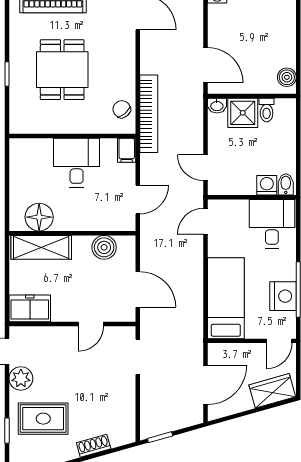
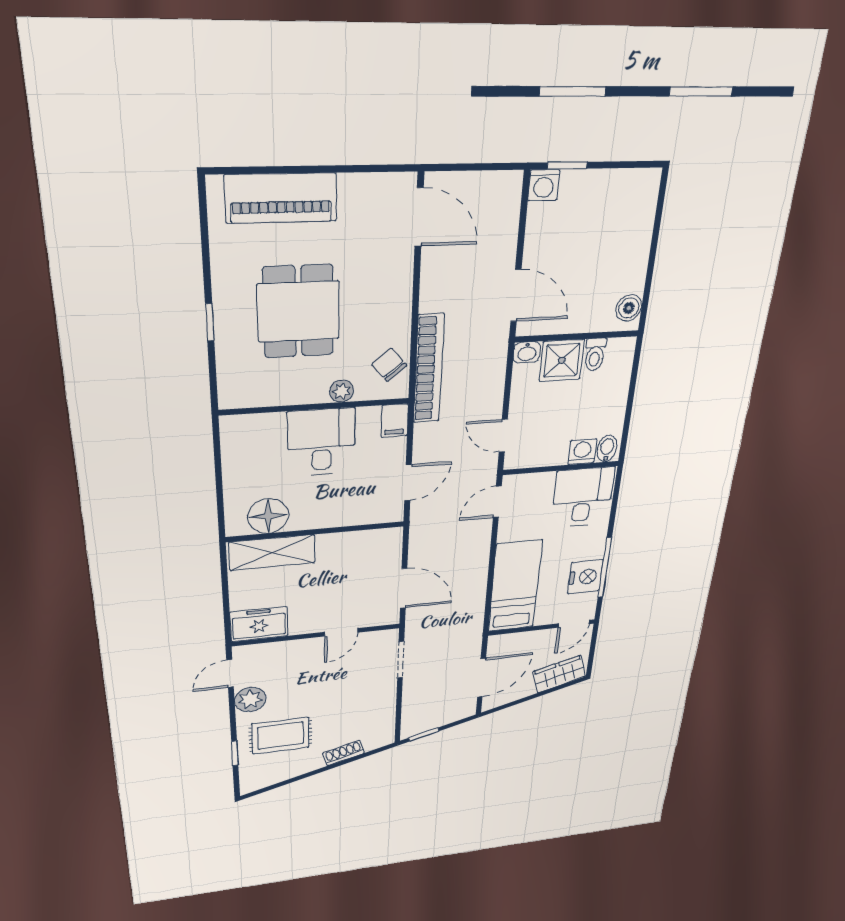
plant: (90, 126) -> (342, 391), added
boiler: (104, 247) -> (360, 544), removed

